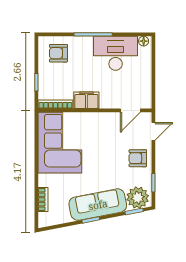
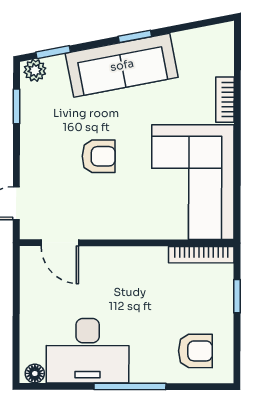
filing cabinet: (86, 100) -> (143, 262), removed
door: (130, 110) -> (60, 243), swing flipped
armchair: (138, 158) -> (99, 156), moved
plant: (138, 198) -> (35, 70), width x0.53, depth x0.53
bookcase: (43, 199) -> (225, 100), moved

